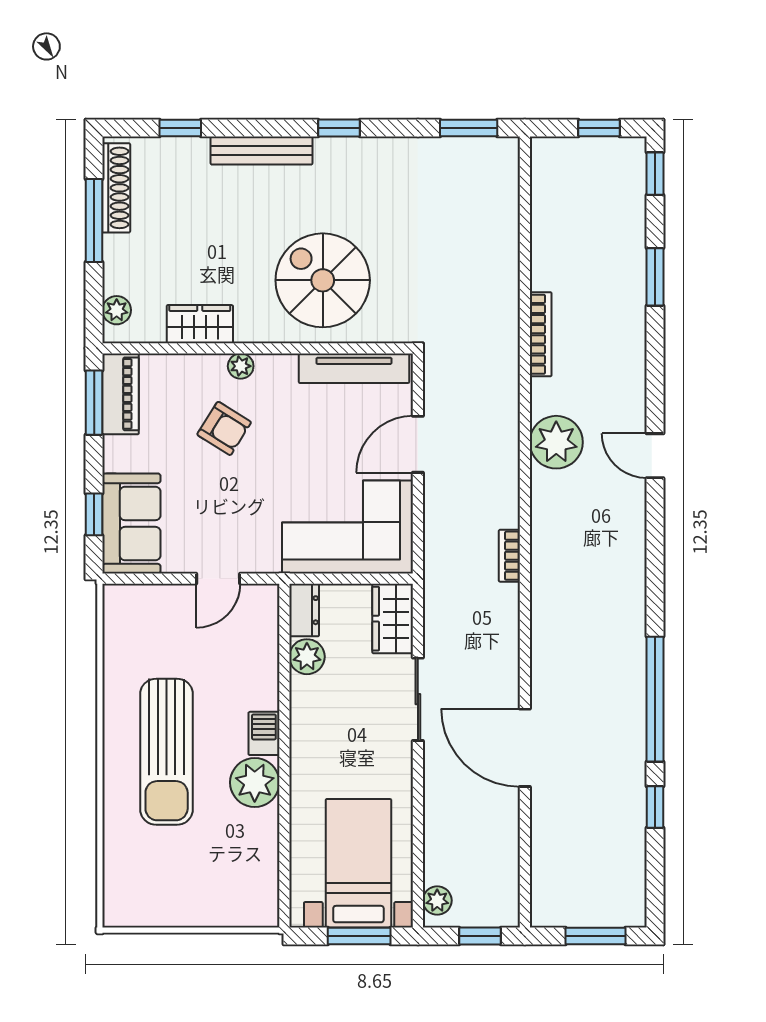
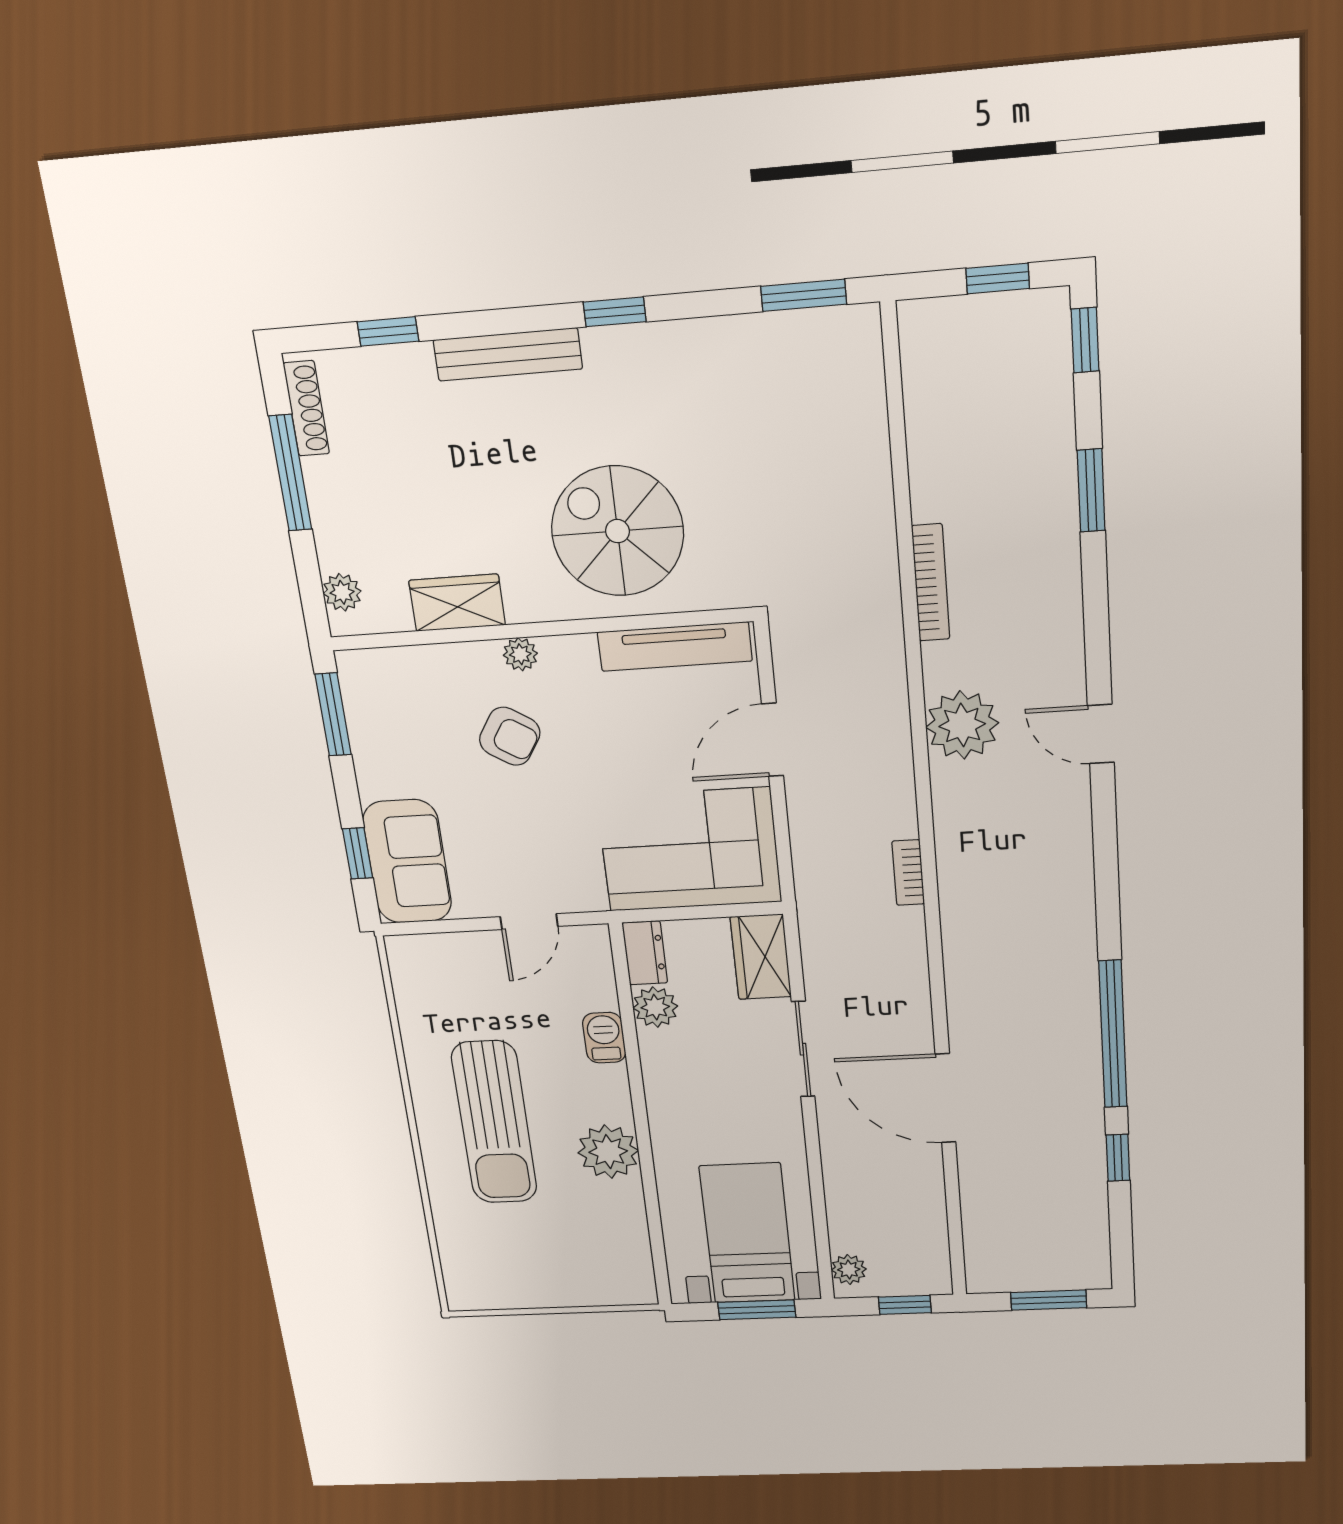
shoe rack: (116, 188) -> (306, 409), width x0.74, depth x0.81
piano: (121, 394) -> (366, 701), removed
barbecue: (264, 733) -> (604, 1038), moved

